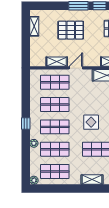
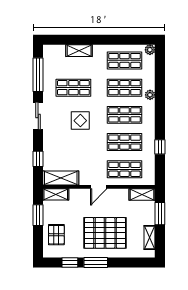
pallet: (71, 30) -> (105, 233), width x1.37, depth x1.41
window: (26, 46) -> (160, 214), added
shelving: (57, 62) -> (142, 195), moved
window: (26, 124) -> (160, 147), moved

